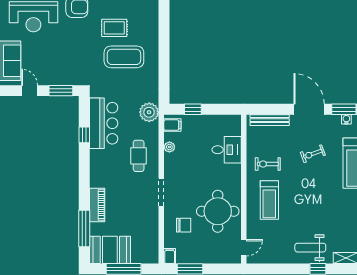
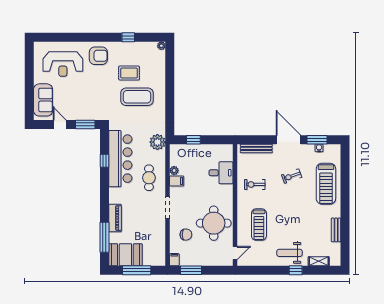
bar counter: (104, 123) -> (120, 159), width x1.36
filing cabinet: (172, 125) -> (177, 181), moved
treadmill: (269, 200) -> (259, 225), moved

